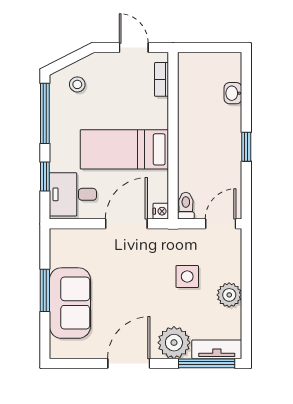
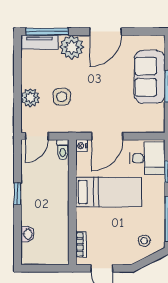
plant: (229, 295) -> (30, 98), moved

